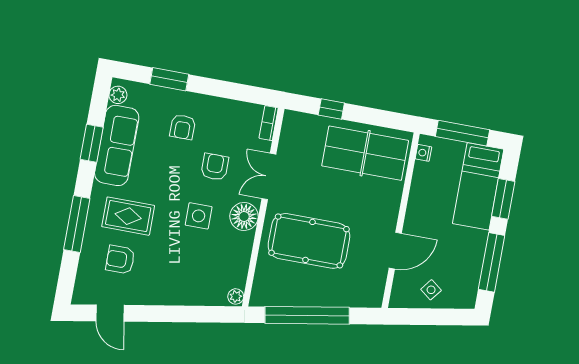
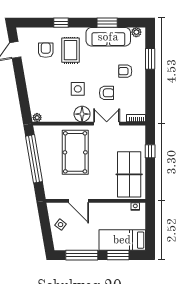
window: (463, 133) -> (150, 226), removed
window: (77, 224) -> (61, 23), width x0.46

